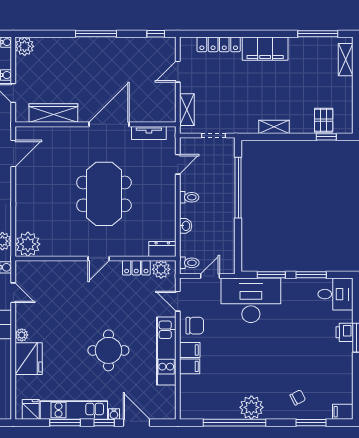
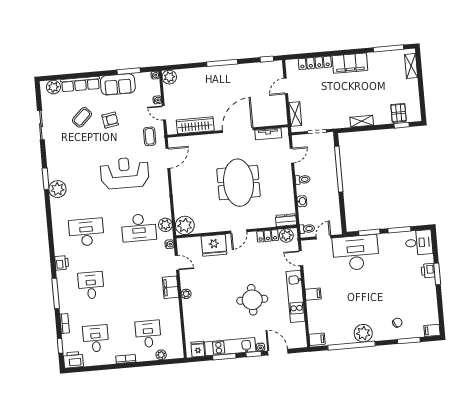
chair: (195, 326) -> (315, 275), removed
fridge: (29, 359) -> (214, 245), moved, turned 90
filing cabinet: (190, 366) -> (317, 339), moved

